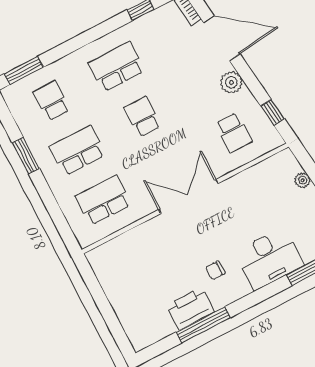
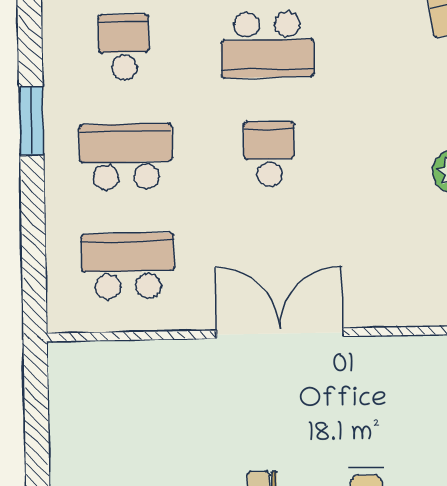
school desk: (117, 67) -> (267, 45), turned 180
school desk: (234, 133) -> (414, 261), removed

